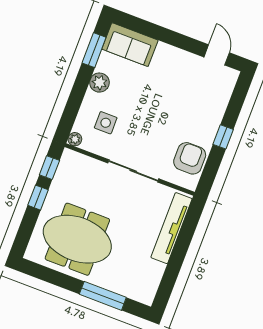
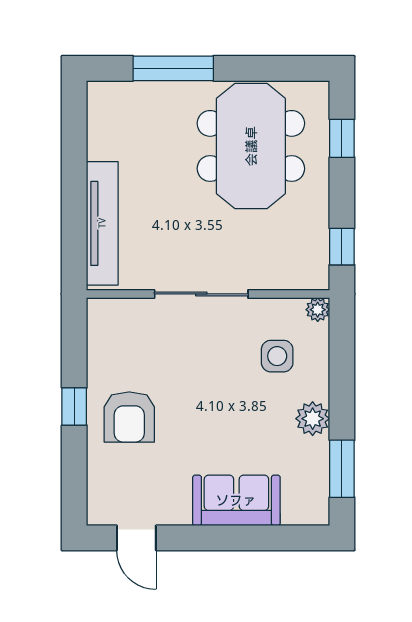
sofa: (130, 45) -> (236, 500), moved
armchair: (190, 158) -> (129, 417), moved
window: (38, 198) -> (342, 138), moved
meeting table: (77, 239) -> (251, 146), turned 90

